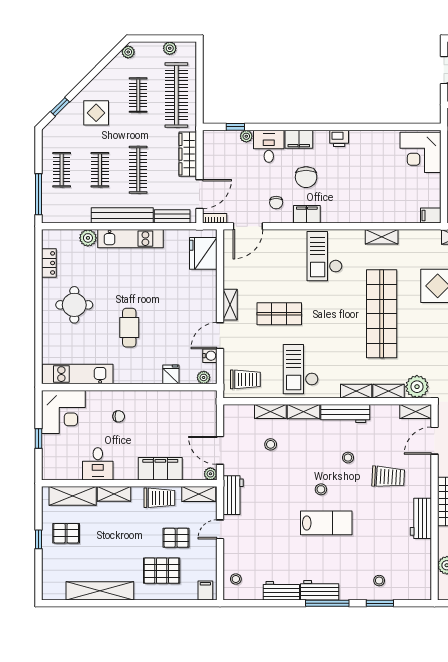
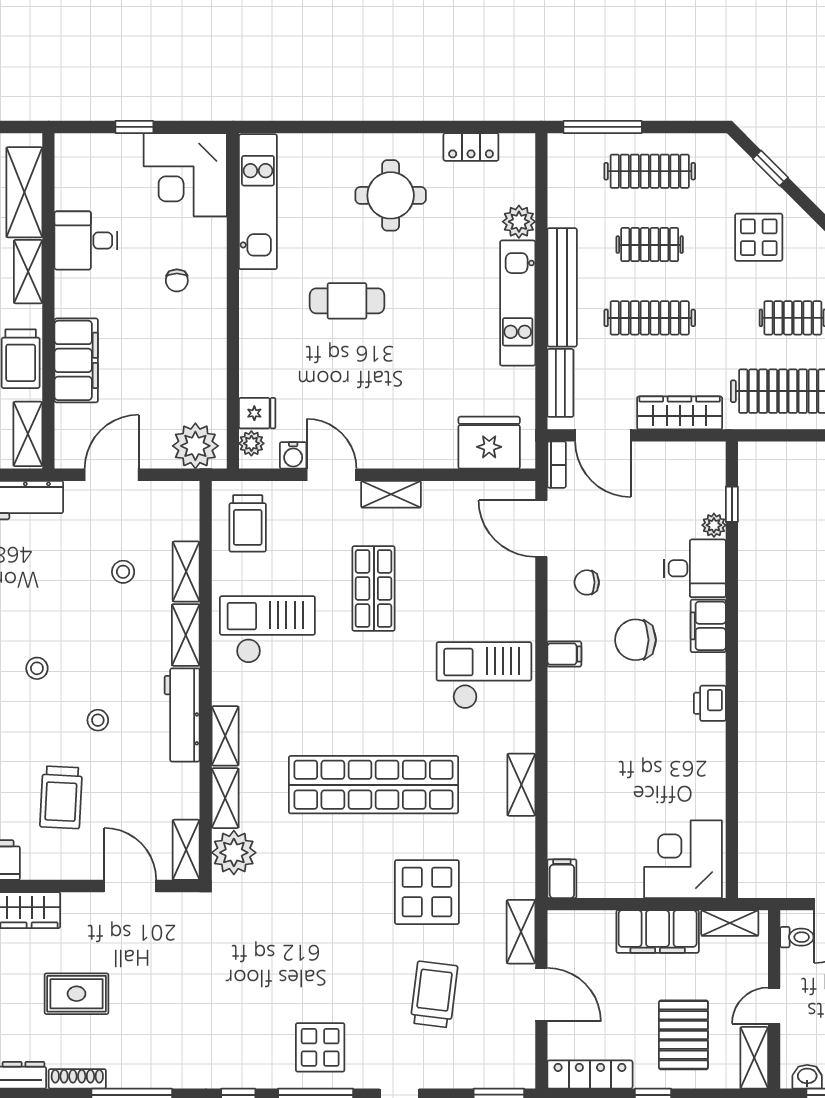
clothes rail: (62, 170) -> (650, 171), width x1.36
filing cabinet: (307, 214) -> (564, 654), width x0.50
fridge: (171, 374) -> (257, 413), moved
plant: (210, 474) -> (195, 446), moved, width x1.87, depth x1.87

